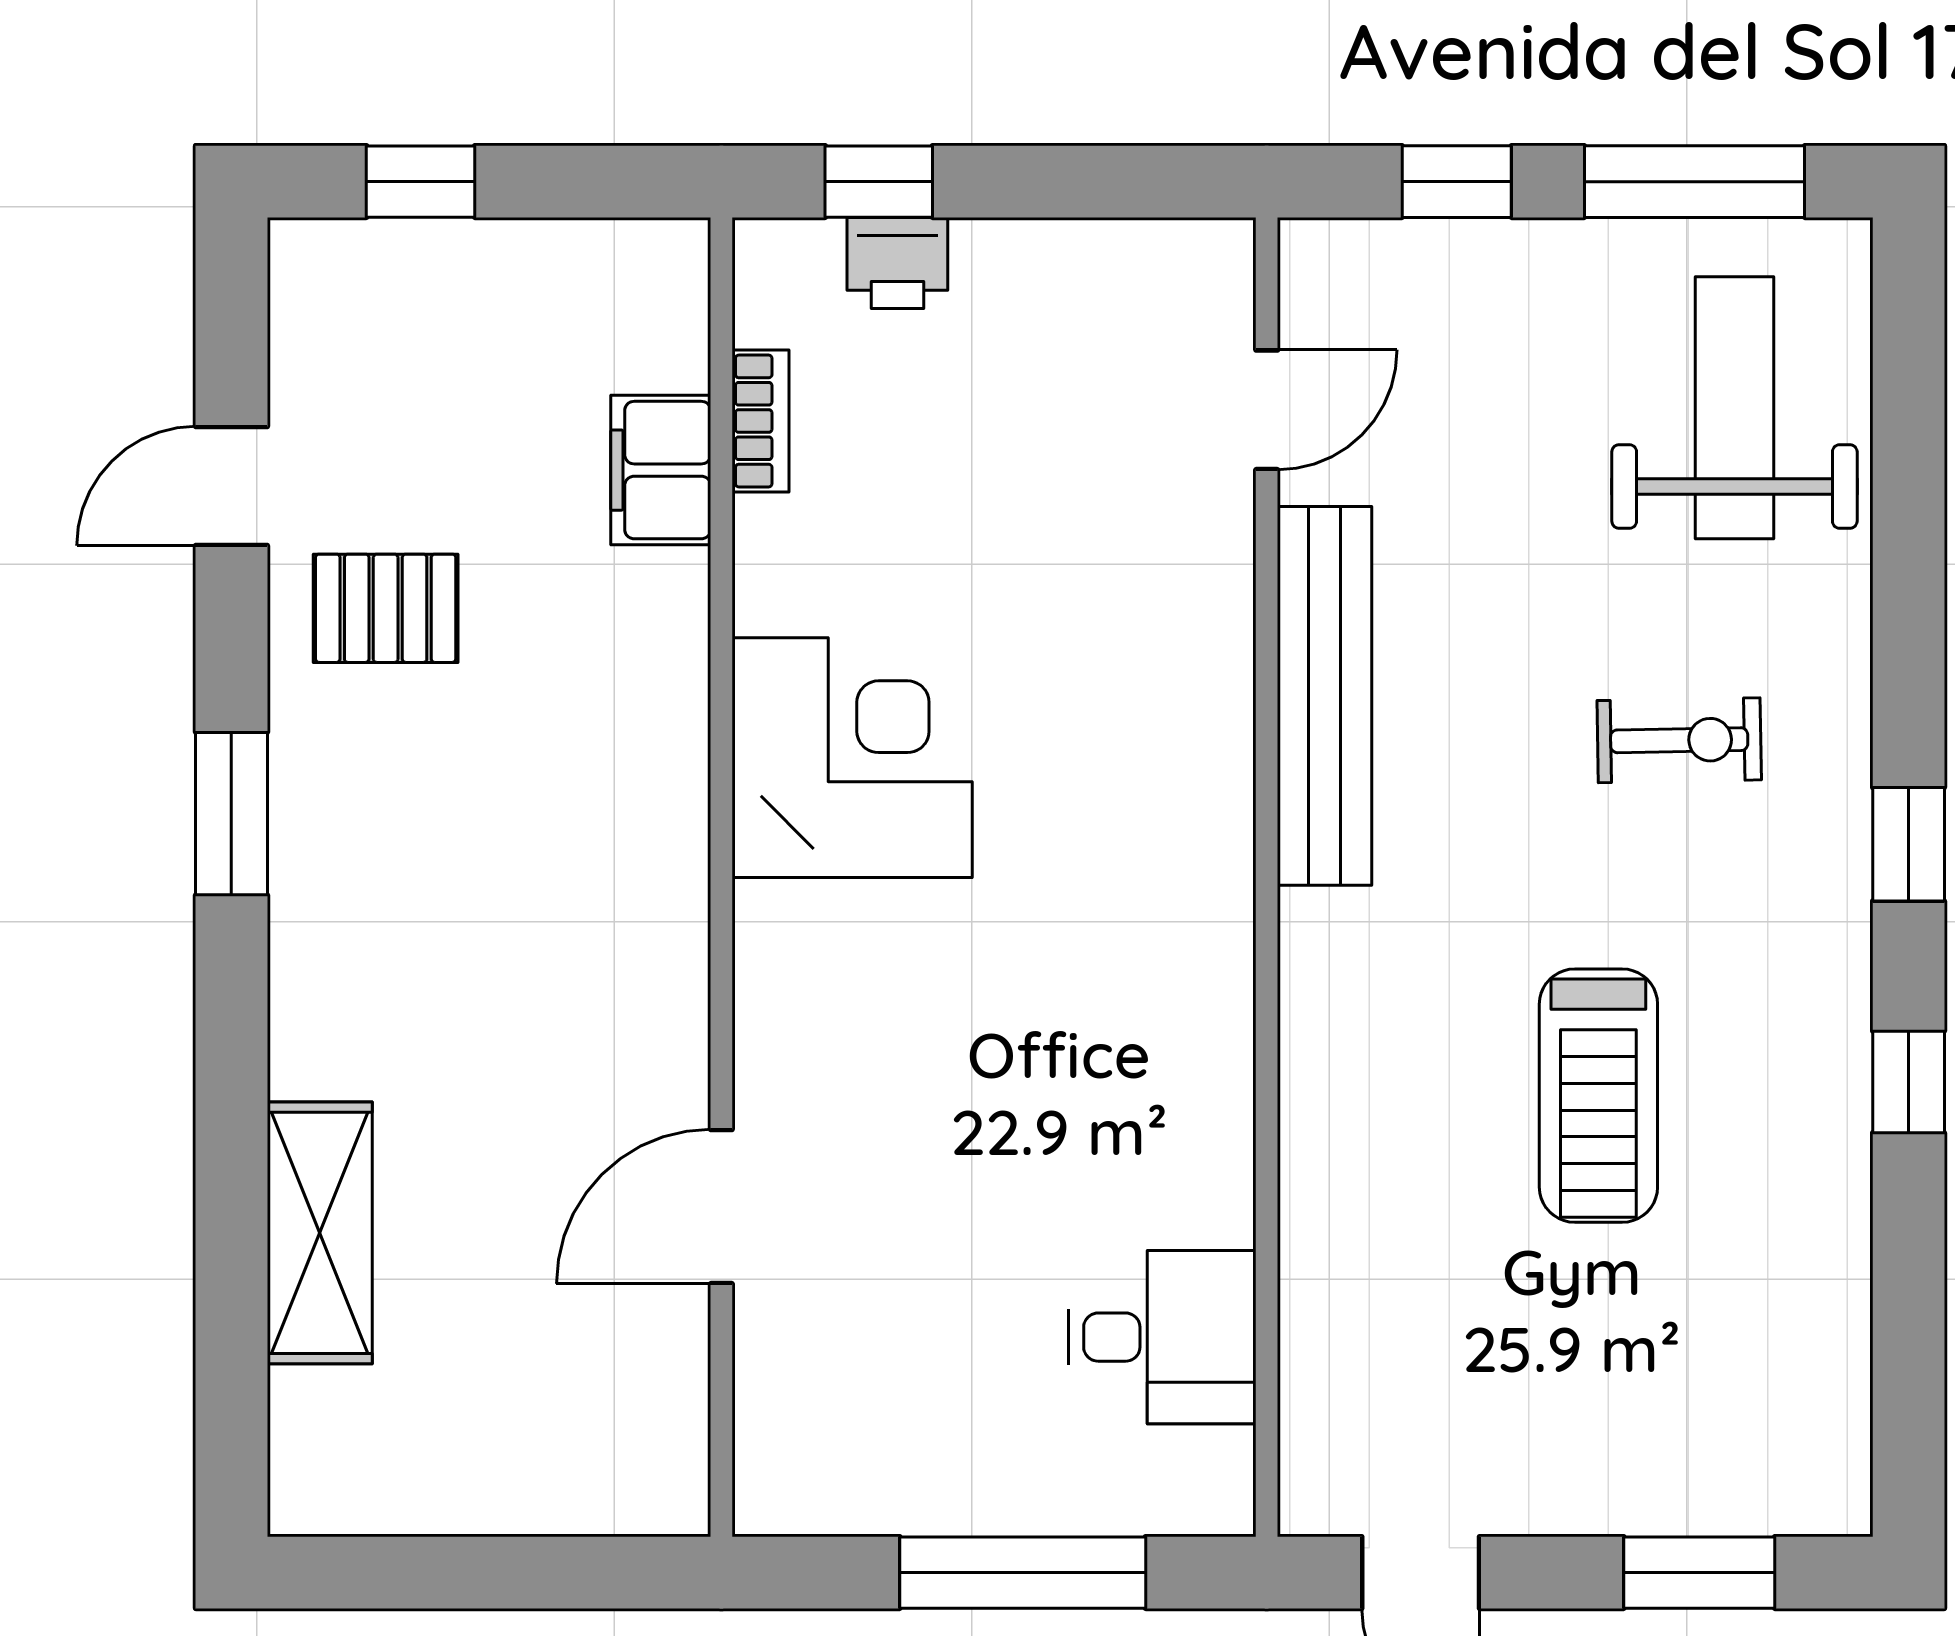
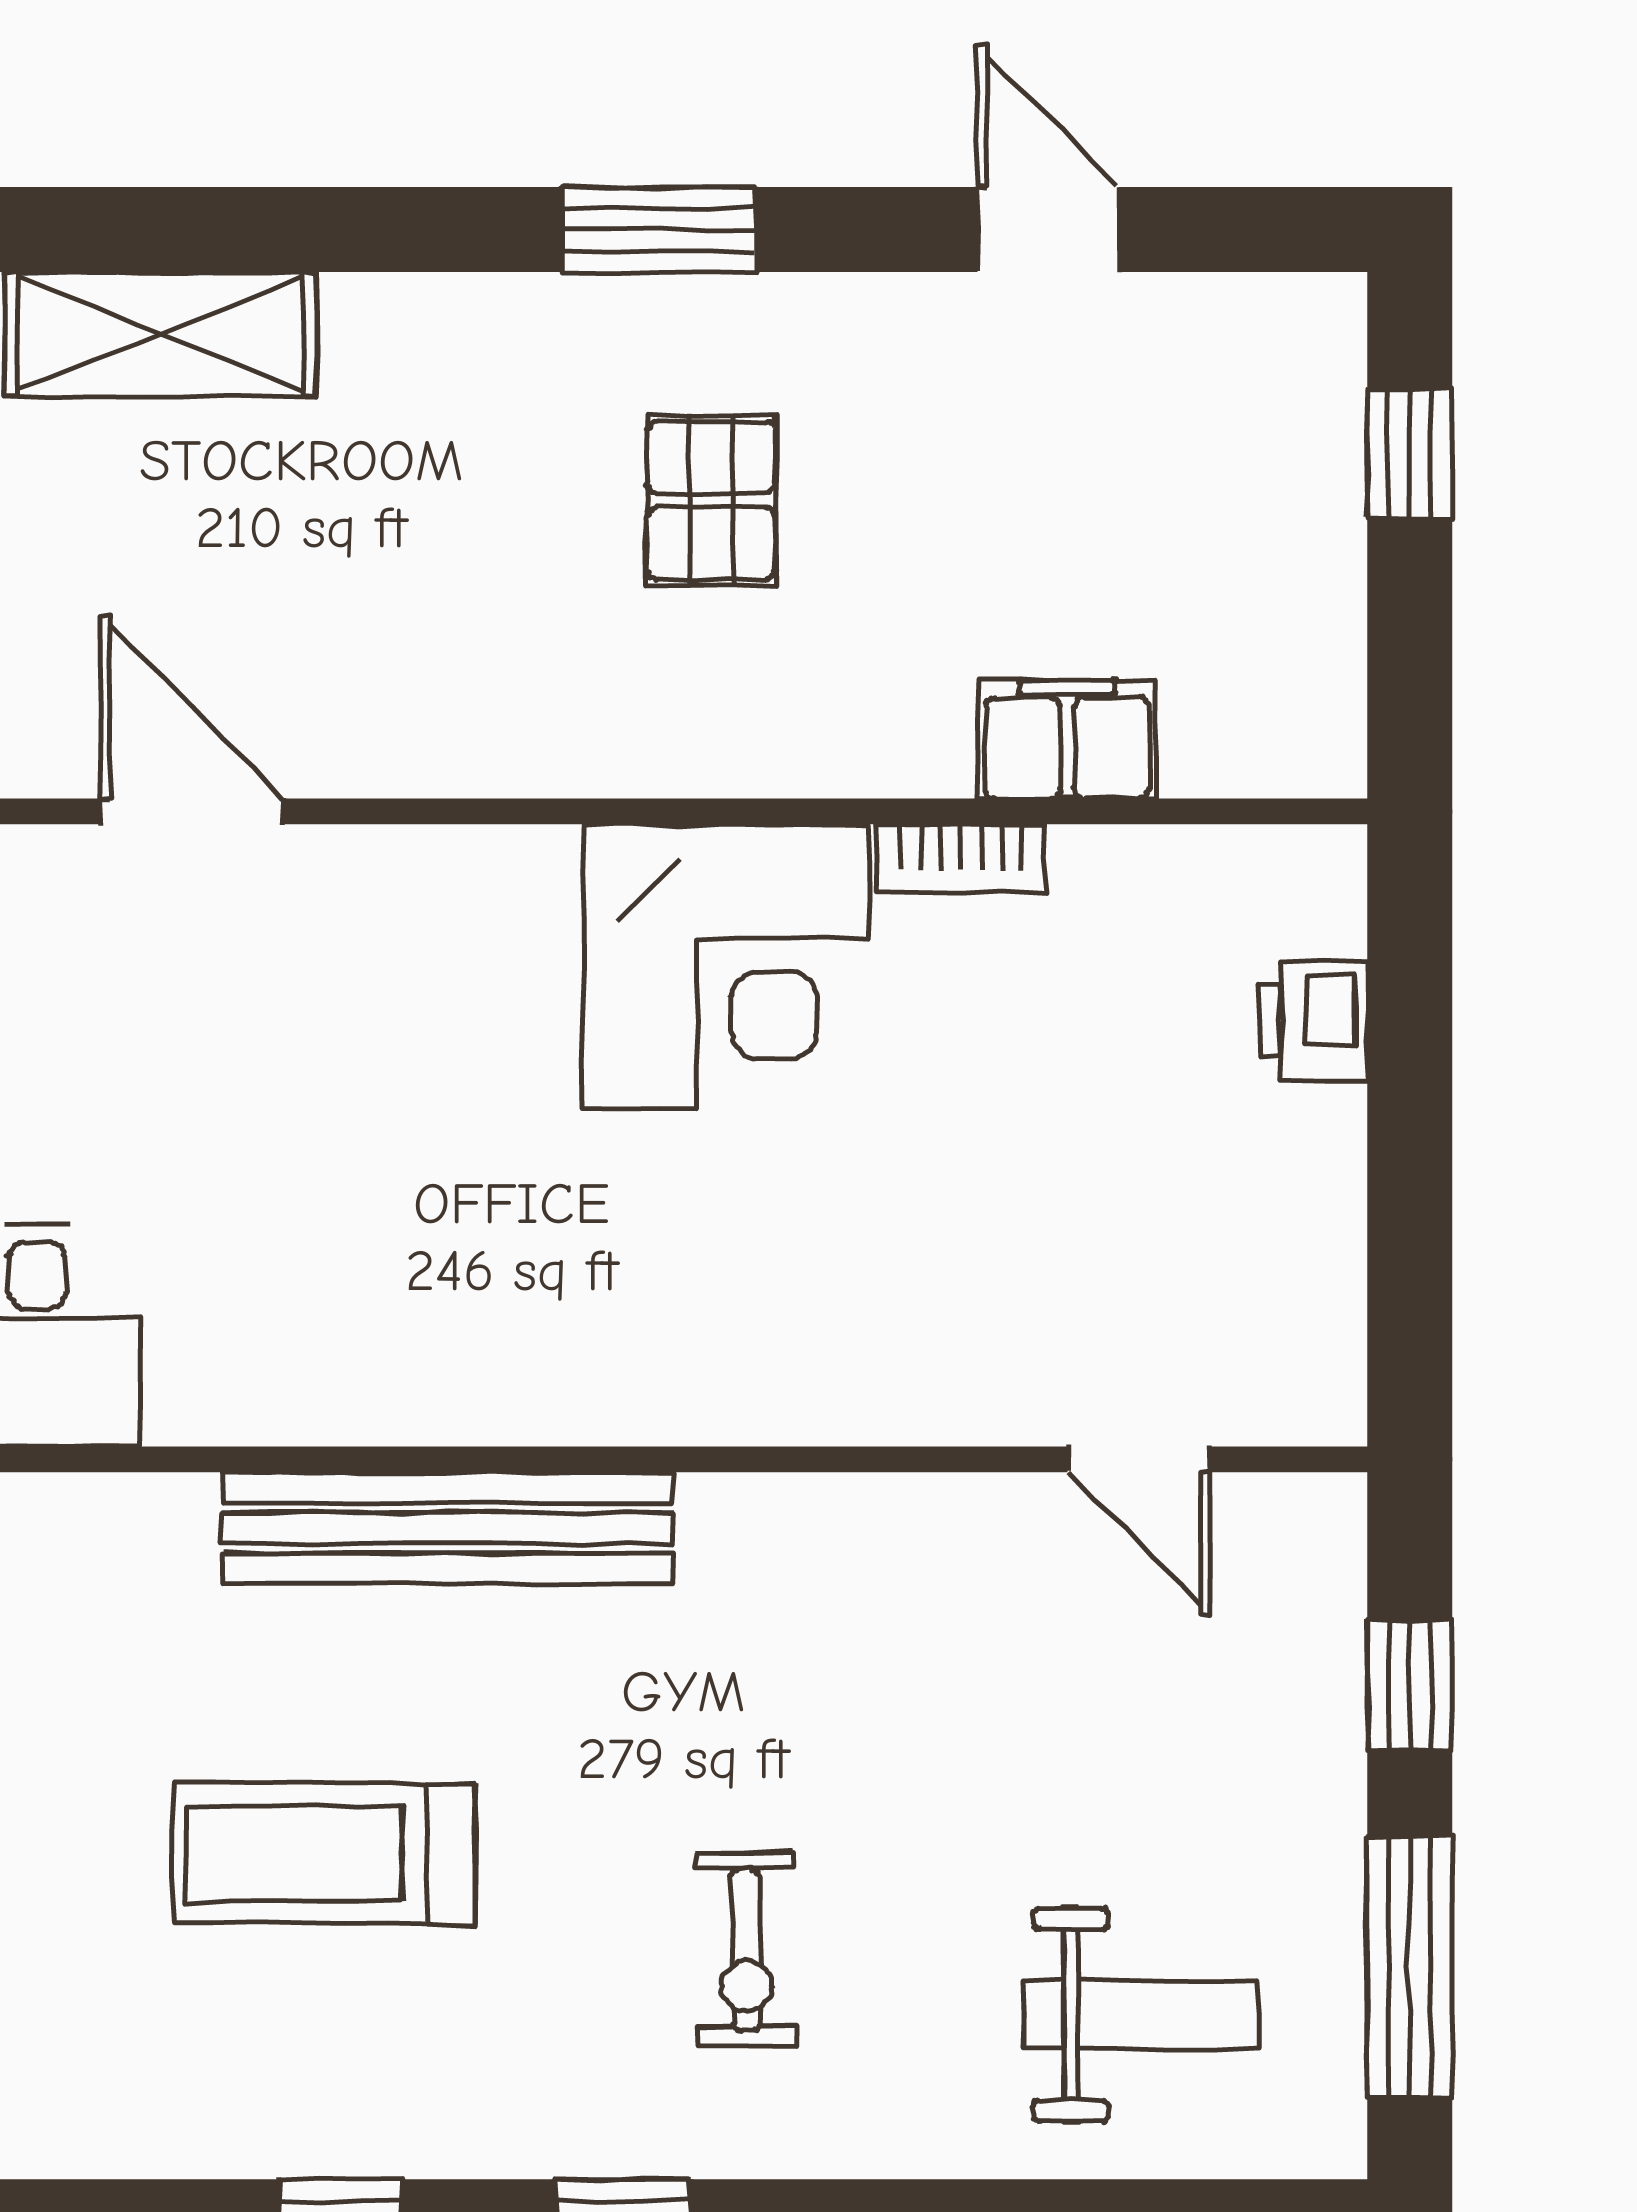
window: (879, 182) -> (1410, 998), removed
weight bench: (1734, 408) -> (1141, 2015), width x0.73, depth x0.75
bookcase: (761, 421) -> (961, 858), moved
pallet: (386, 608) -> (711, 500), moved
bench: (1325, 696) -> (447, 1528), moved

